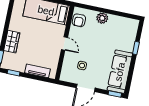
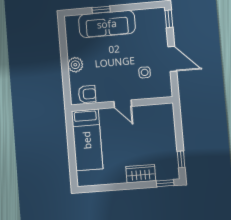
door: (64, 43) -> (123, 104), swing flipped
tv unit: (37, 71) -> (169, 129), removed
sofa: (120, 72) -> (107, 24), moved

